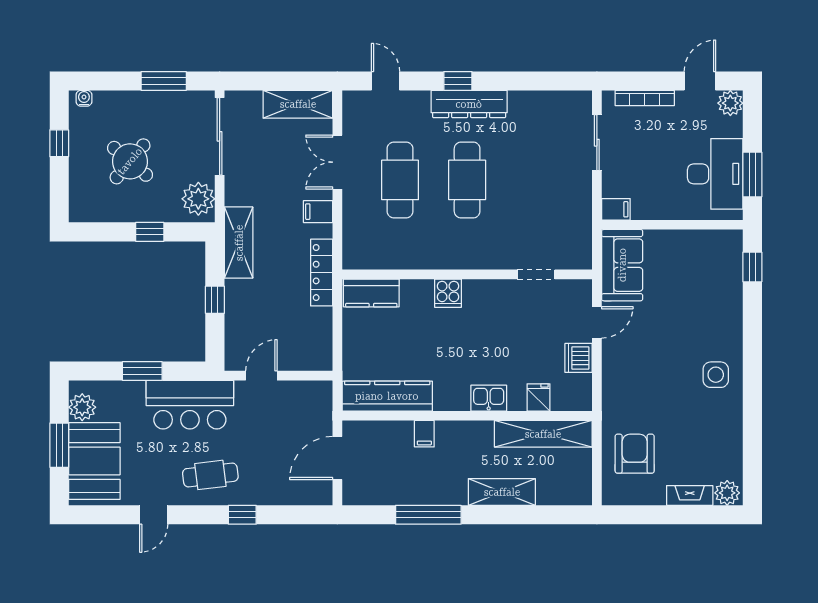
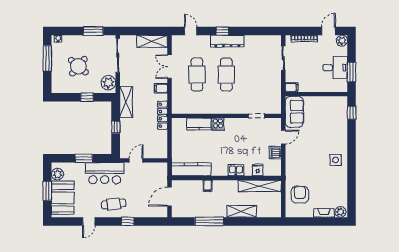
window: (59, 143) -> (47, 58), width x2.17
desk: (715, 174) -> (335, 68), width x0.73
kitchen counter: (371, 293) -> (199, 124), moved

